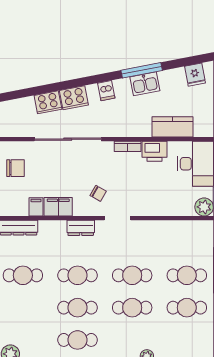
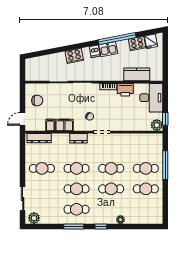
window: (142, 70) -> (117, 39), width x1.46
kitchen sink: (145, 84) -> (108, 49), moved
cooker: (48, 102) -> (137, 43), moved

